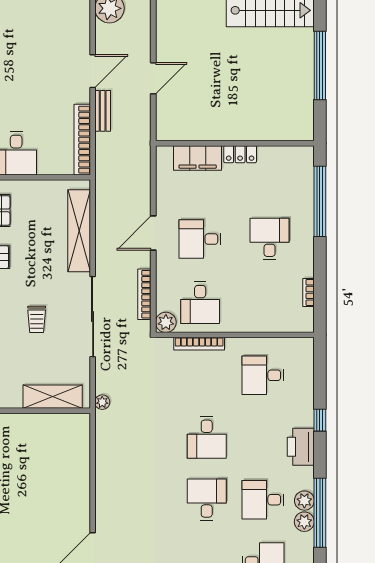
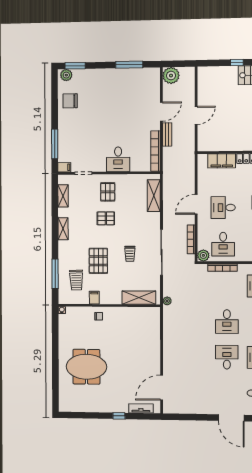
shelving: (79, 231) -> (154, 196), width x0.68

